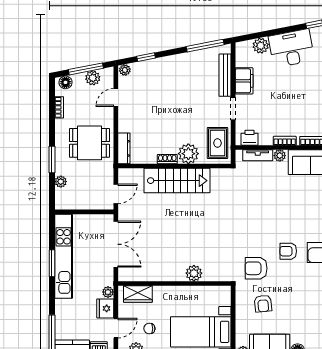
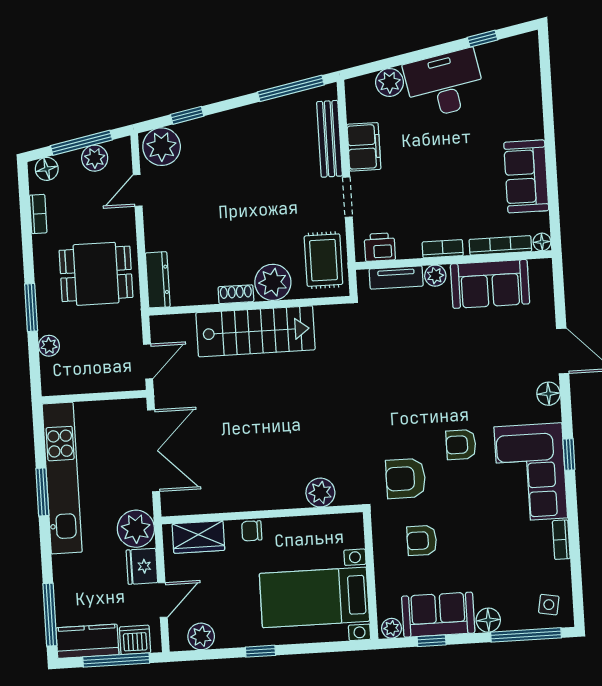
plant: (125, 70) -> (162, 147), width x1.88, depth x1.88
plant: (194, 273) -> (320, 493), moved
plant: (108, 292) -> (136, 529), width x1.88, depth x1.88
armchair: (263, 304) -> (422, 540), turned 96
chair: (149, 329) -> (252, 531), moved

